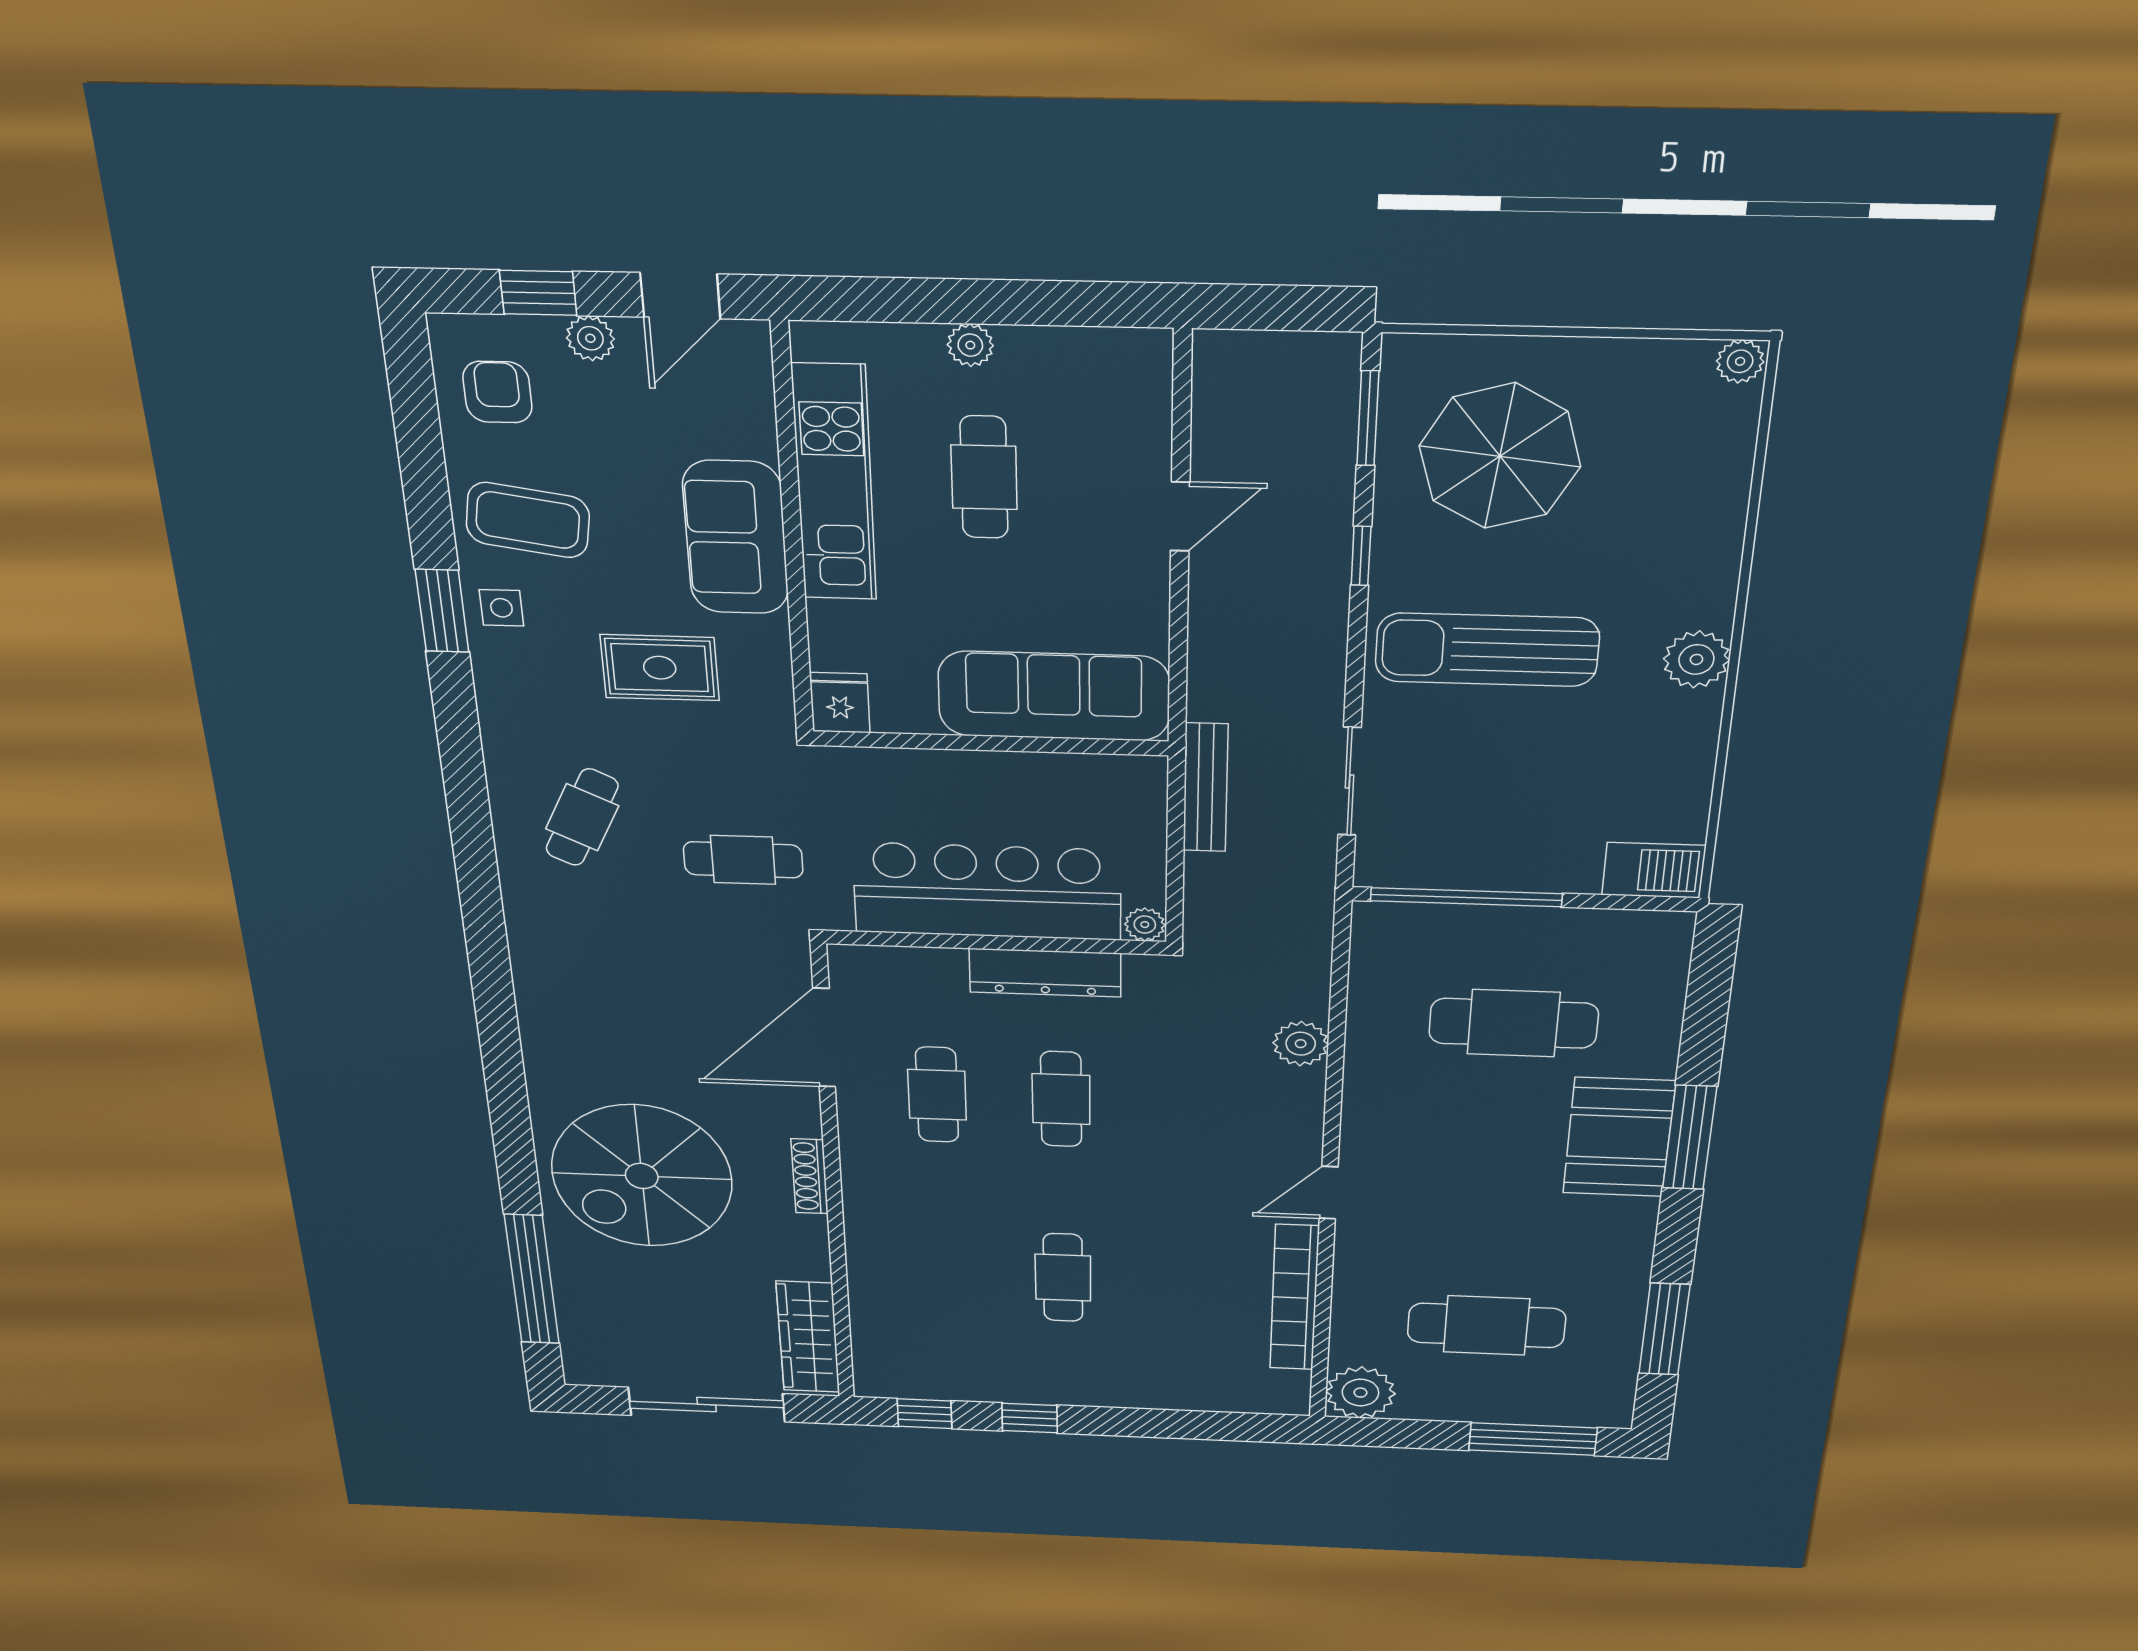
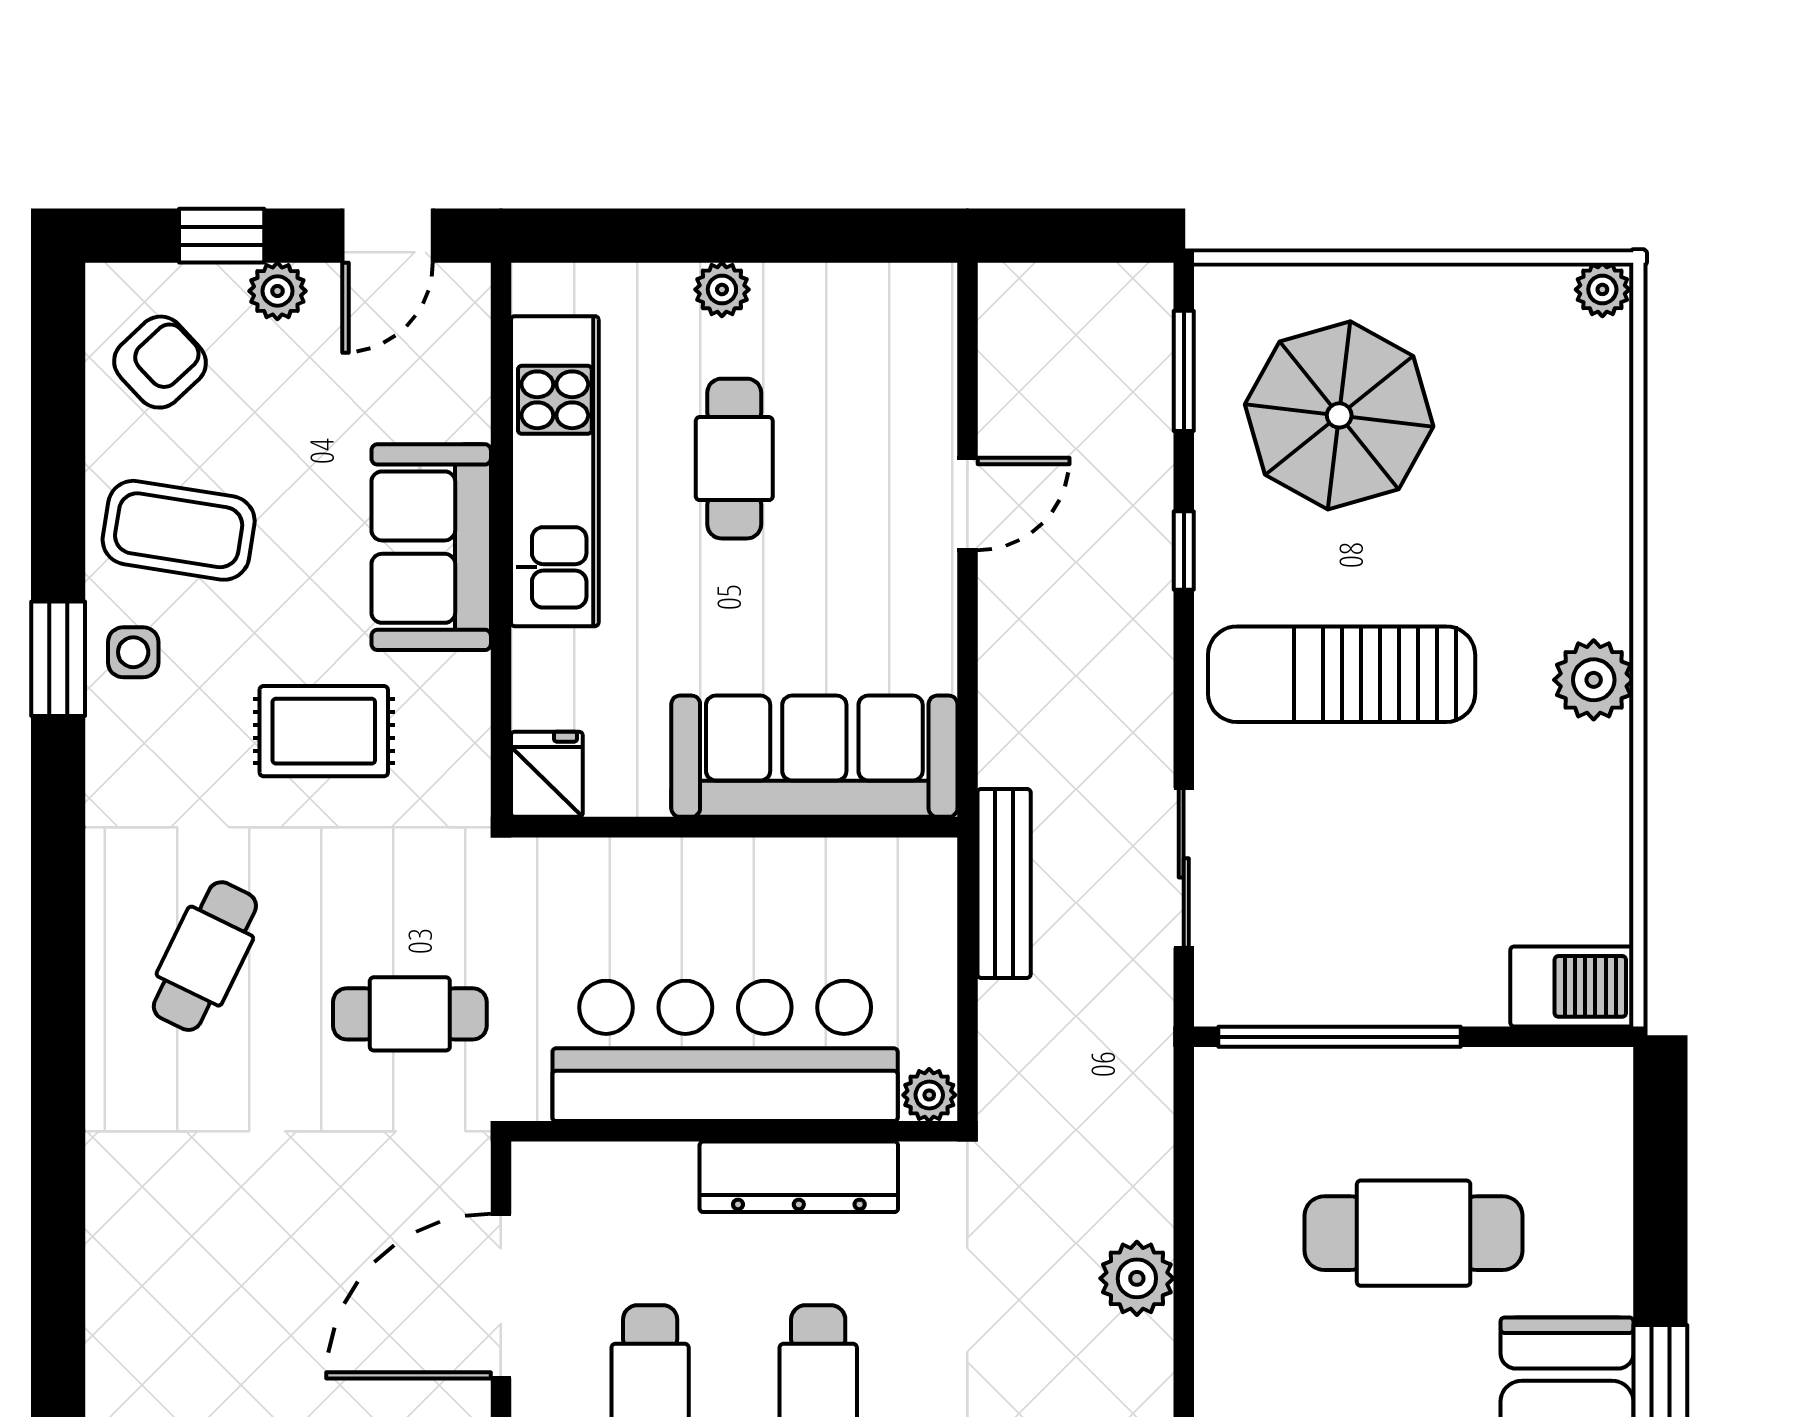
armchair: (497, 392) -> (160, 362), turned 47

